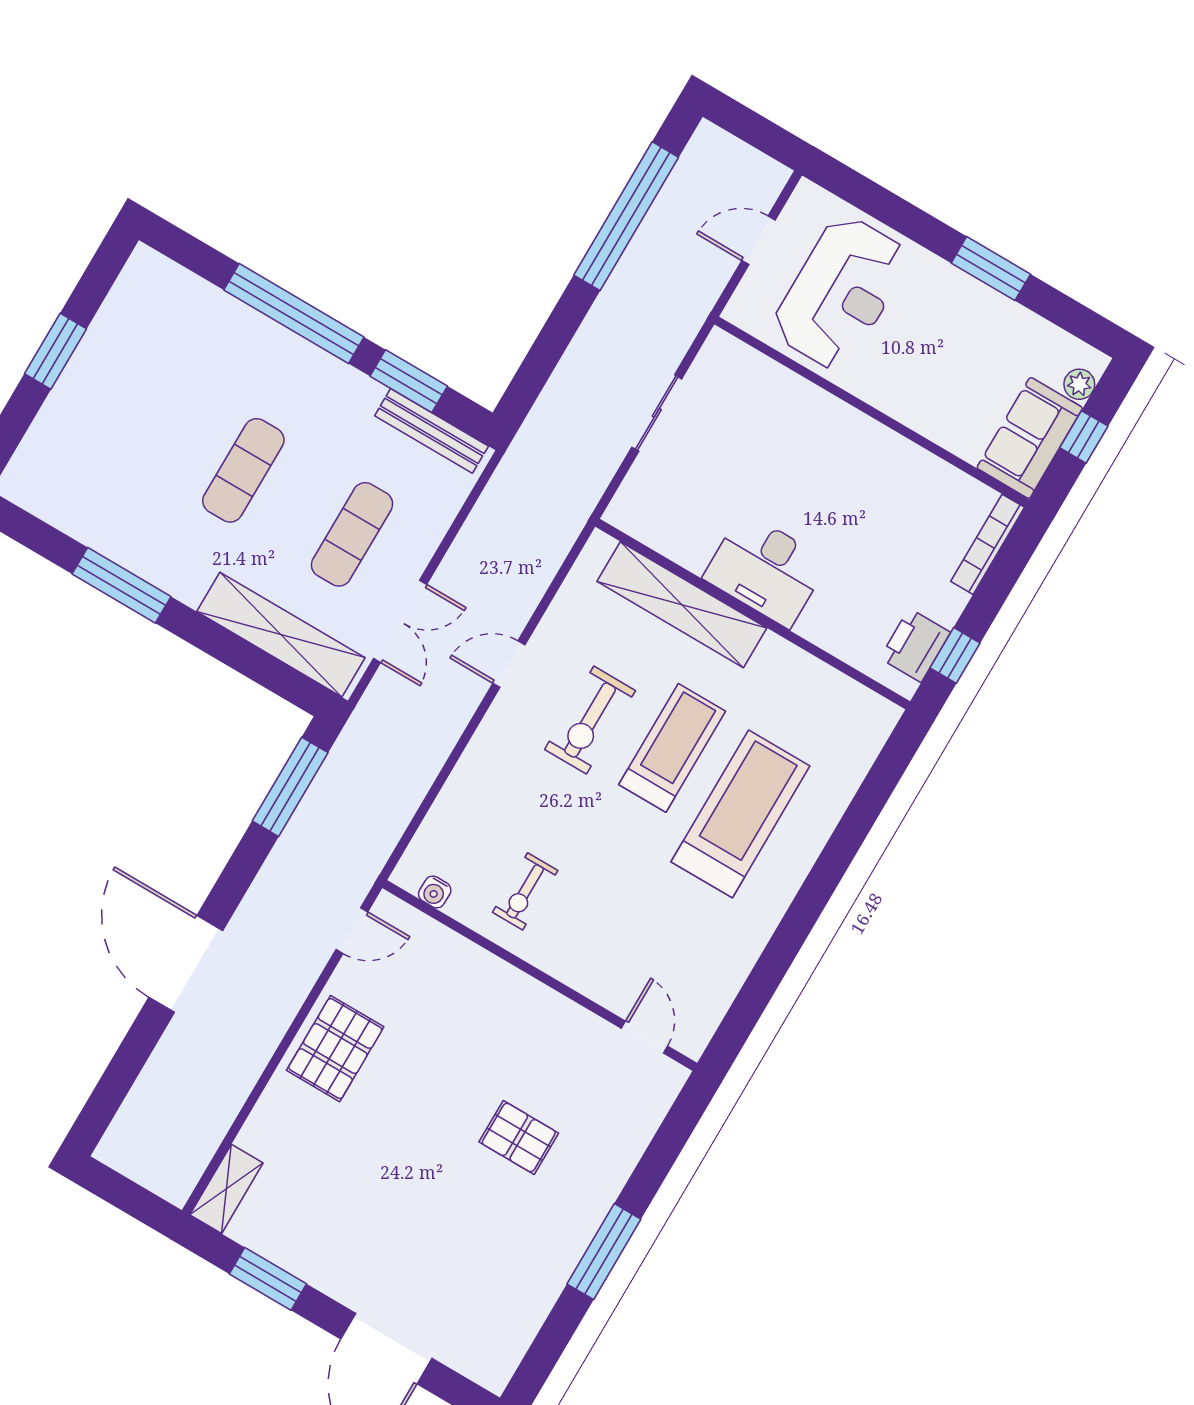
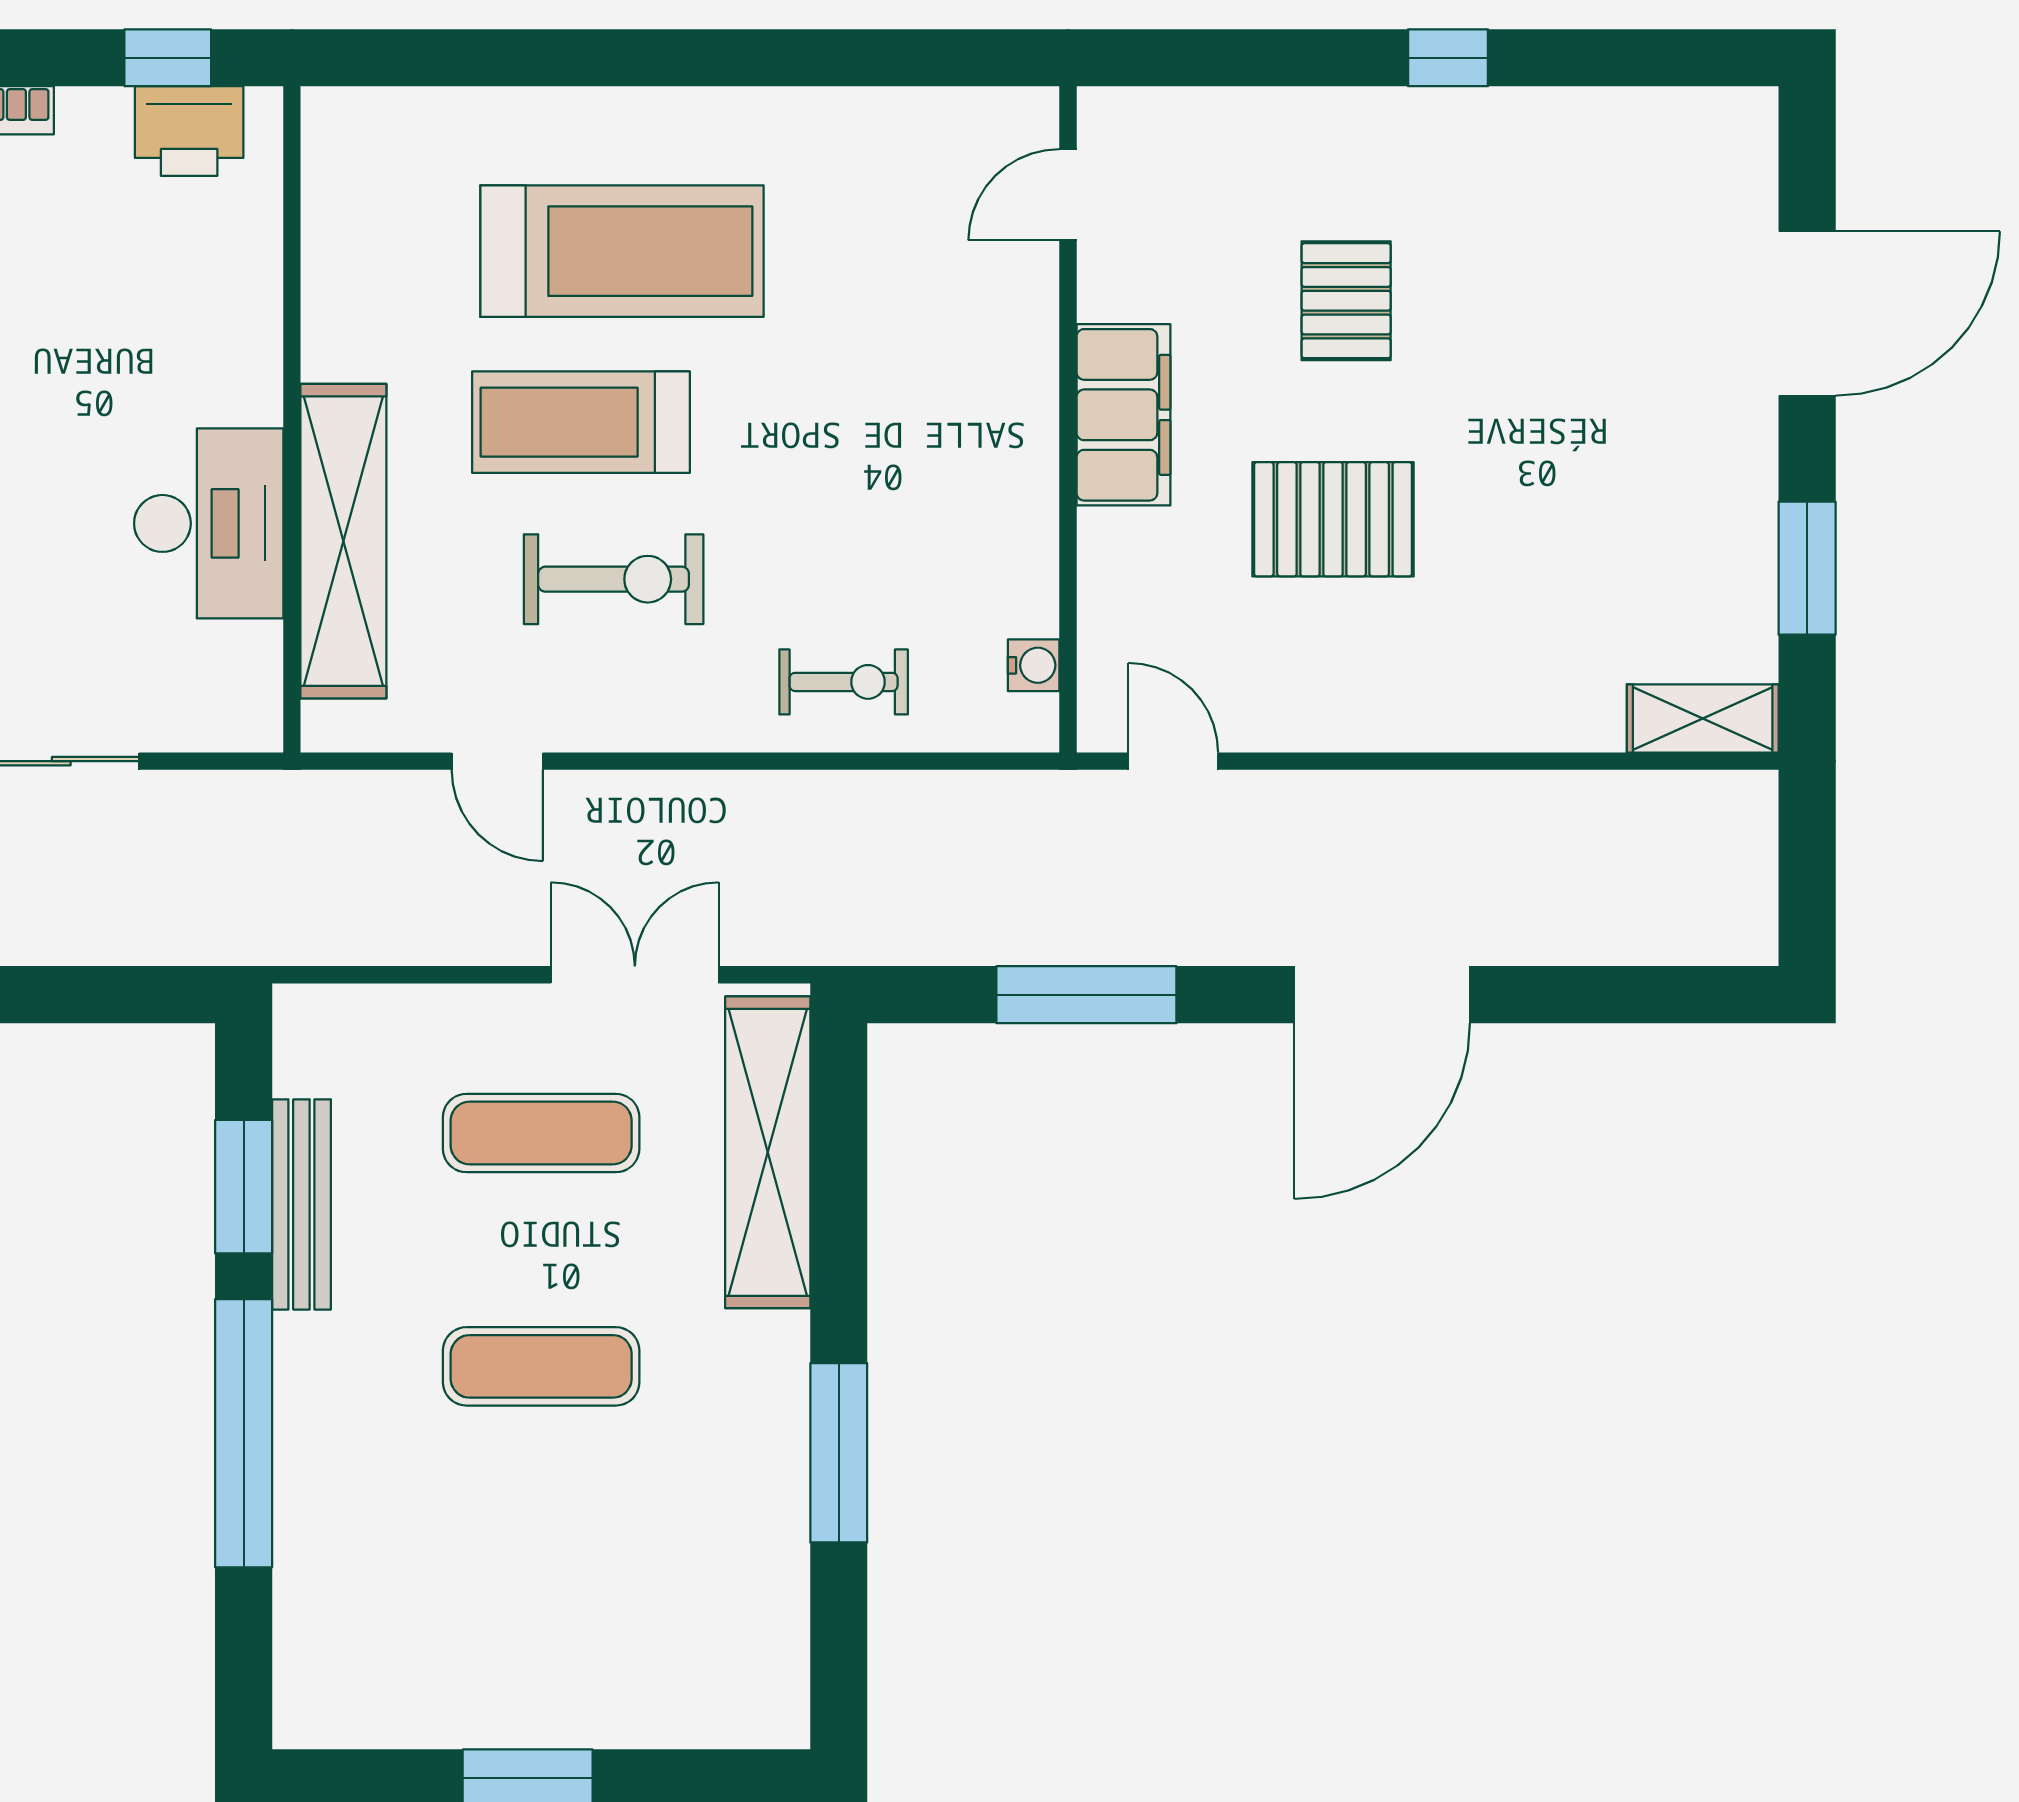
bench: (432, 431) -> (301, 1204), moved
desk: (766, 570) -> (209, 523), moved
door: (509, 664) -> (497, 761), moved
window: (290, 787) -> (1086, 995), moved
treadmill: (740, 814) -> (622, 251), turned 180
exercise bike: (525, 891) -> (844, 682), moved
filing cabinet: (527, 1003) -> (1124, 415), added
pallet: (335, 1049) -> (1333, 519), moved
window: (604, 1252) -> (1448, 58), width x0.46

